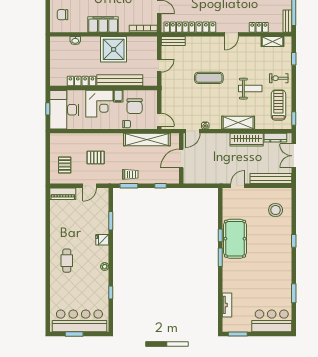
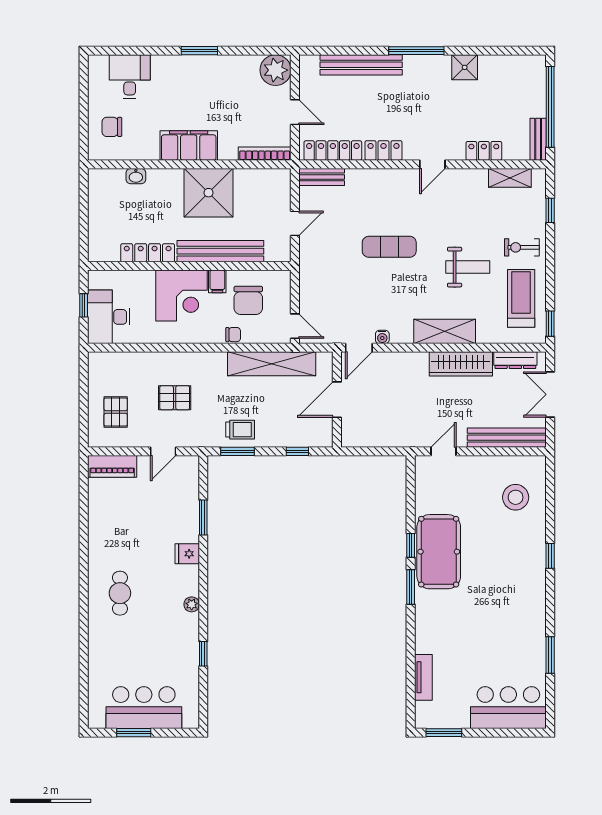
desk: (64, 110) -> (109, 317), width x0.73, depth x0.77
bar counter: (79, 321) -> (144, 708), width x0.73

